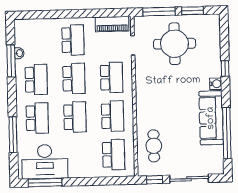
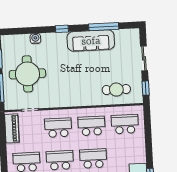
window: (225, 68) -> (62, 29), moved
water cooler: (216, 84) -> (35, 39), moved
window: (227, 133) -> (104, 27), width x0.68
sliding door: (189, 179) -> (144, 58), width x0.73

